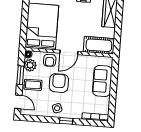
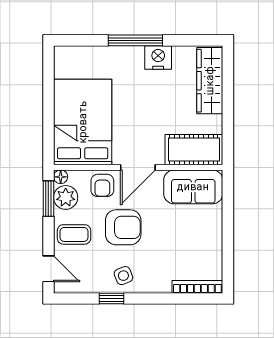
window: (20, 75) -> (48, 199), moved
sofa: (102, 81) -> (193, 187), moved, turned -90
armchair: (59, 83) -> (123, 227), turned 90
window: (66, 121) -> (112, 299), moved

